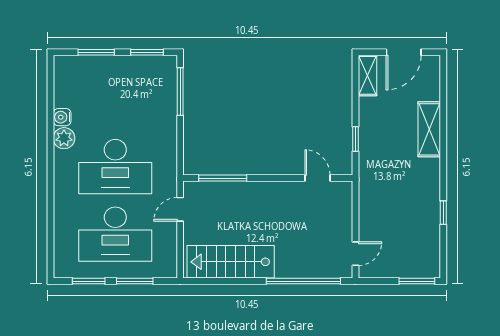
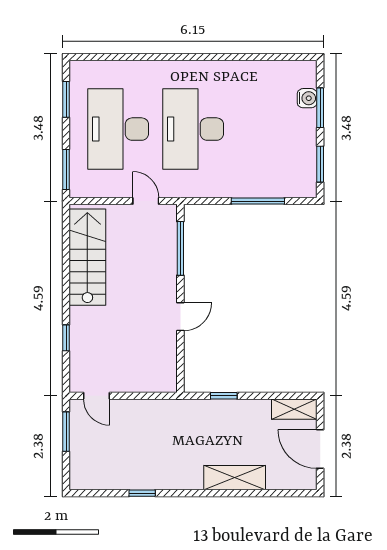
window: (180, 91) -> (258, 201), moved
water cooler: (62, 117) -> (307, 98), moved, turned 90
plant: (64, 138) -> (225, 72), removed
door: (318, 178) -> (180, 317), moved
window: (135, 281) -> (66, 169), moved
window: (303, 281) -> (66, 338), width x0.32
window: (417, 281) -> (66, 432), moved

